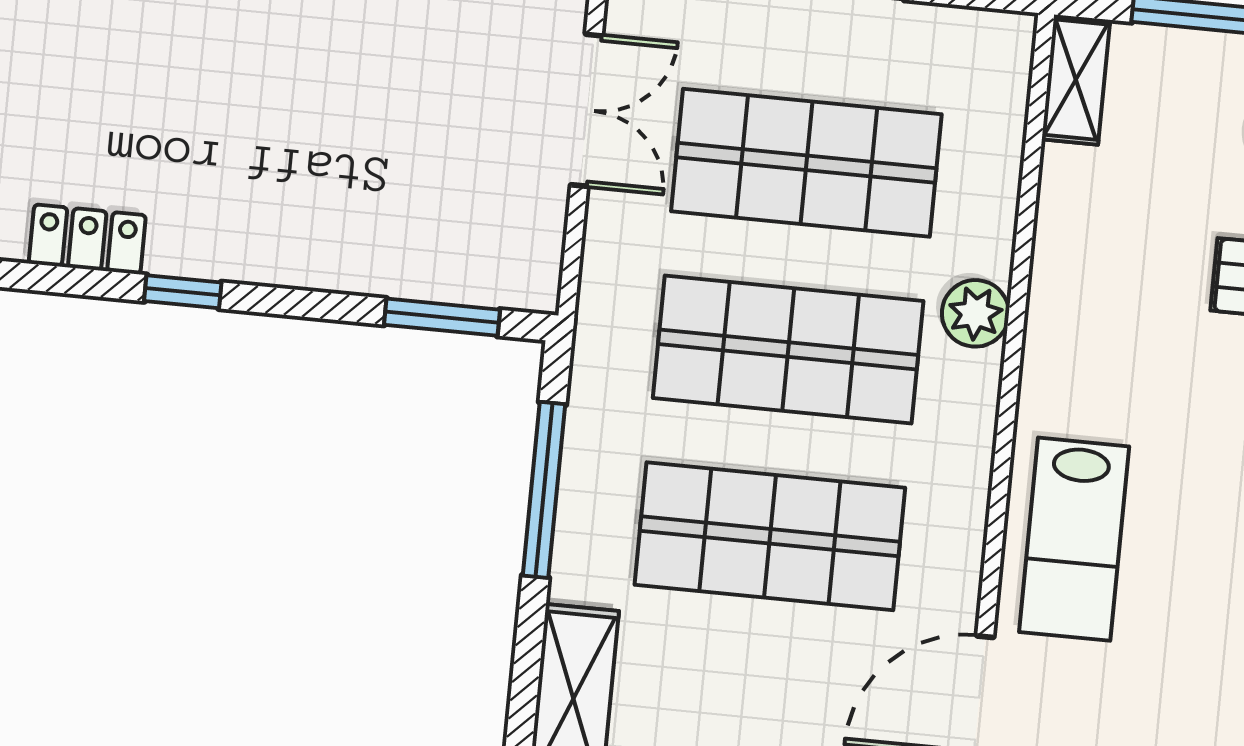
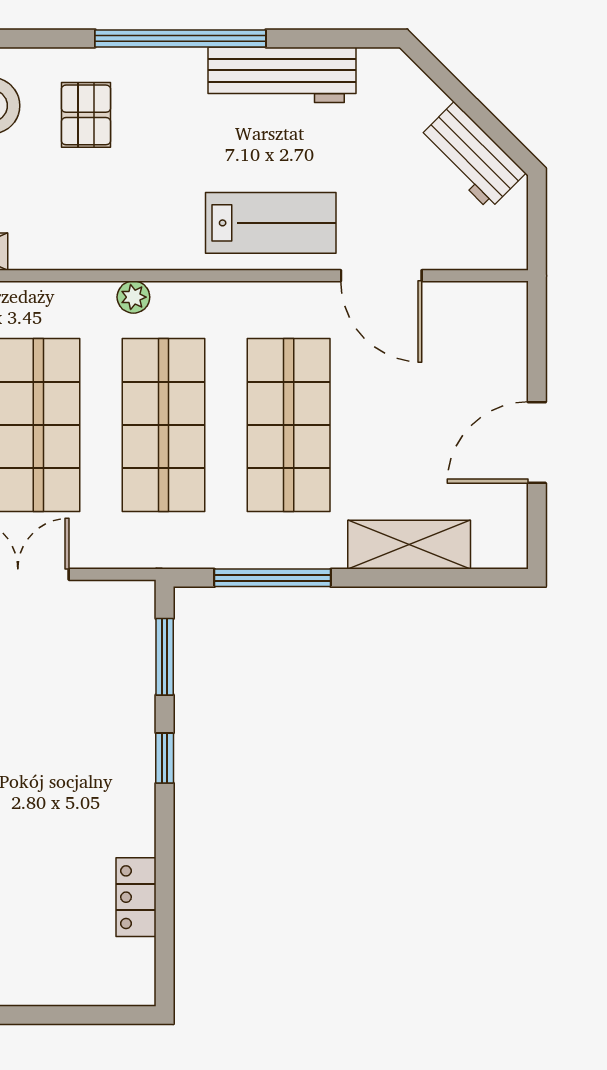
window: (183, 292) -> (165, 758), moved
plant: (975, 313) -> (133, 297), width x0.73, depth x0.73

